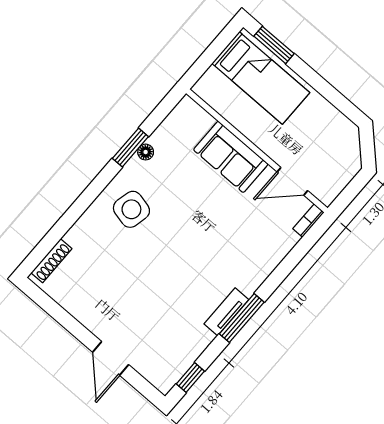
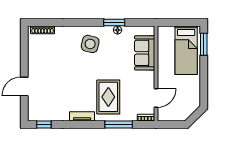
sofa: (231, 157) -> (145, 53), moved
door: (292, 181) -> (156, 98), swing flipped
rug: (231, 249) -> (108, 97), added
window: (242, 318) -> (119, 125), moved

